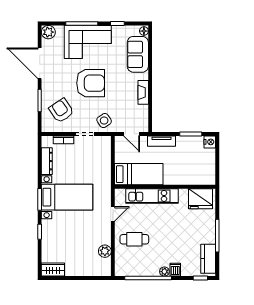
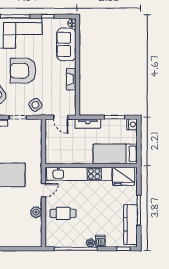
armchair: (91, 83) -> (23, 71), turned 180
bed: (139, 174) -> (115, 154), moved, turned 180
kitchen unit: (152, 196) -> (79, 174), width x1.36
plant: (105, 251) -> (36, 212), moved
kitchen counter: (208, 259) -> (131, 225), width x1.50

